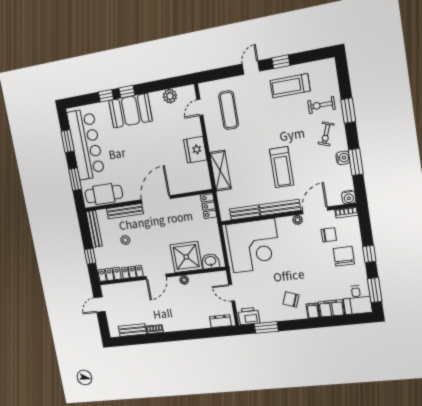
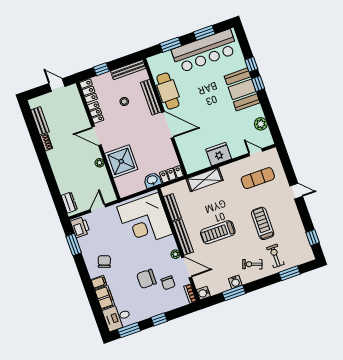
window: (281, 62) -> (313, 238), moved
treadmill: (290, 86) -> (263, 223), moved
window: (348, 111) -> (289, 273), moved
cafe table: (104, 194) -> (168, 91), moved
chair: (344, 256) -> (146, 279), moved, turned 180
washbasin: (210, 261) -> (152, 180), moved, turned -90

